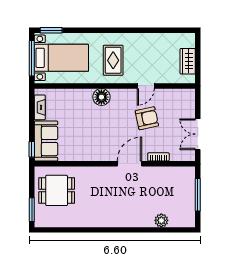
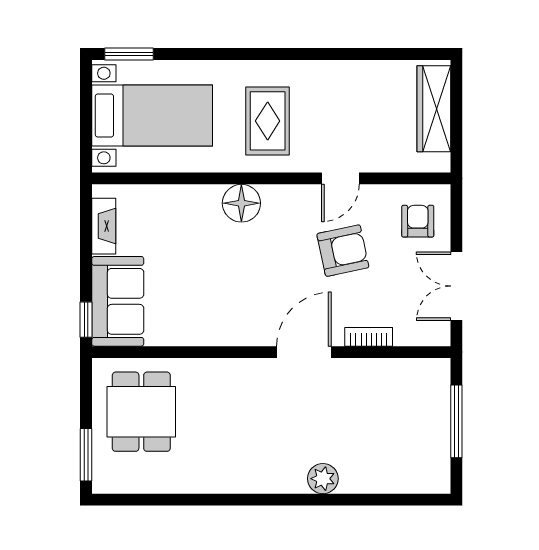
window: (32, 58) -> (86, 116), removed
wardrobe: (188, 61) -> (434, 109), width x1.50
armchair: (180, 105) -> (418, 221), added
dining table: (57, 190) -> (141, 412), turned 90
plant: (161, 220) -> (323, 479), moved

